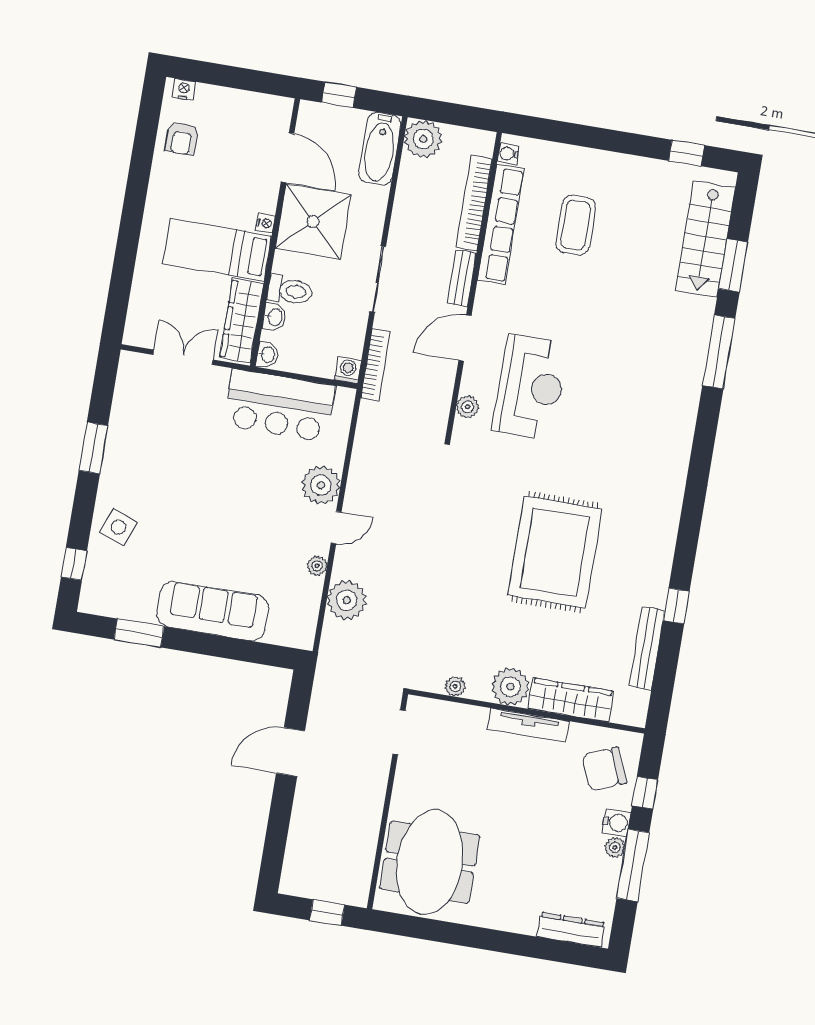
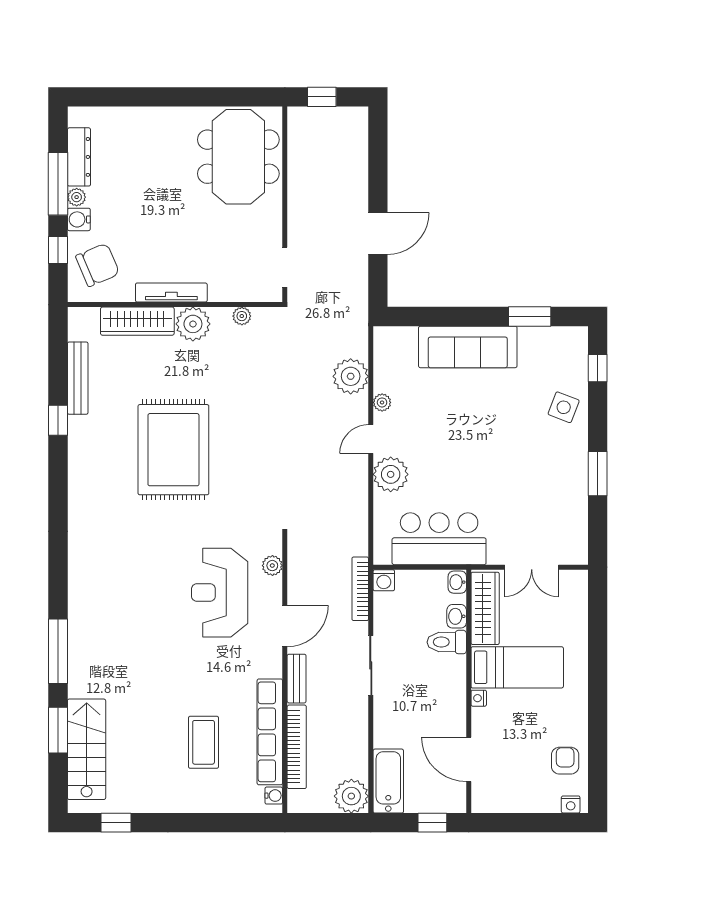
shower: (313, 221) -> (437, 707), removed
dresser: (571, 930) -> (79, 157), moved, turned -90

